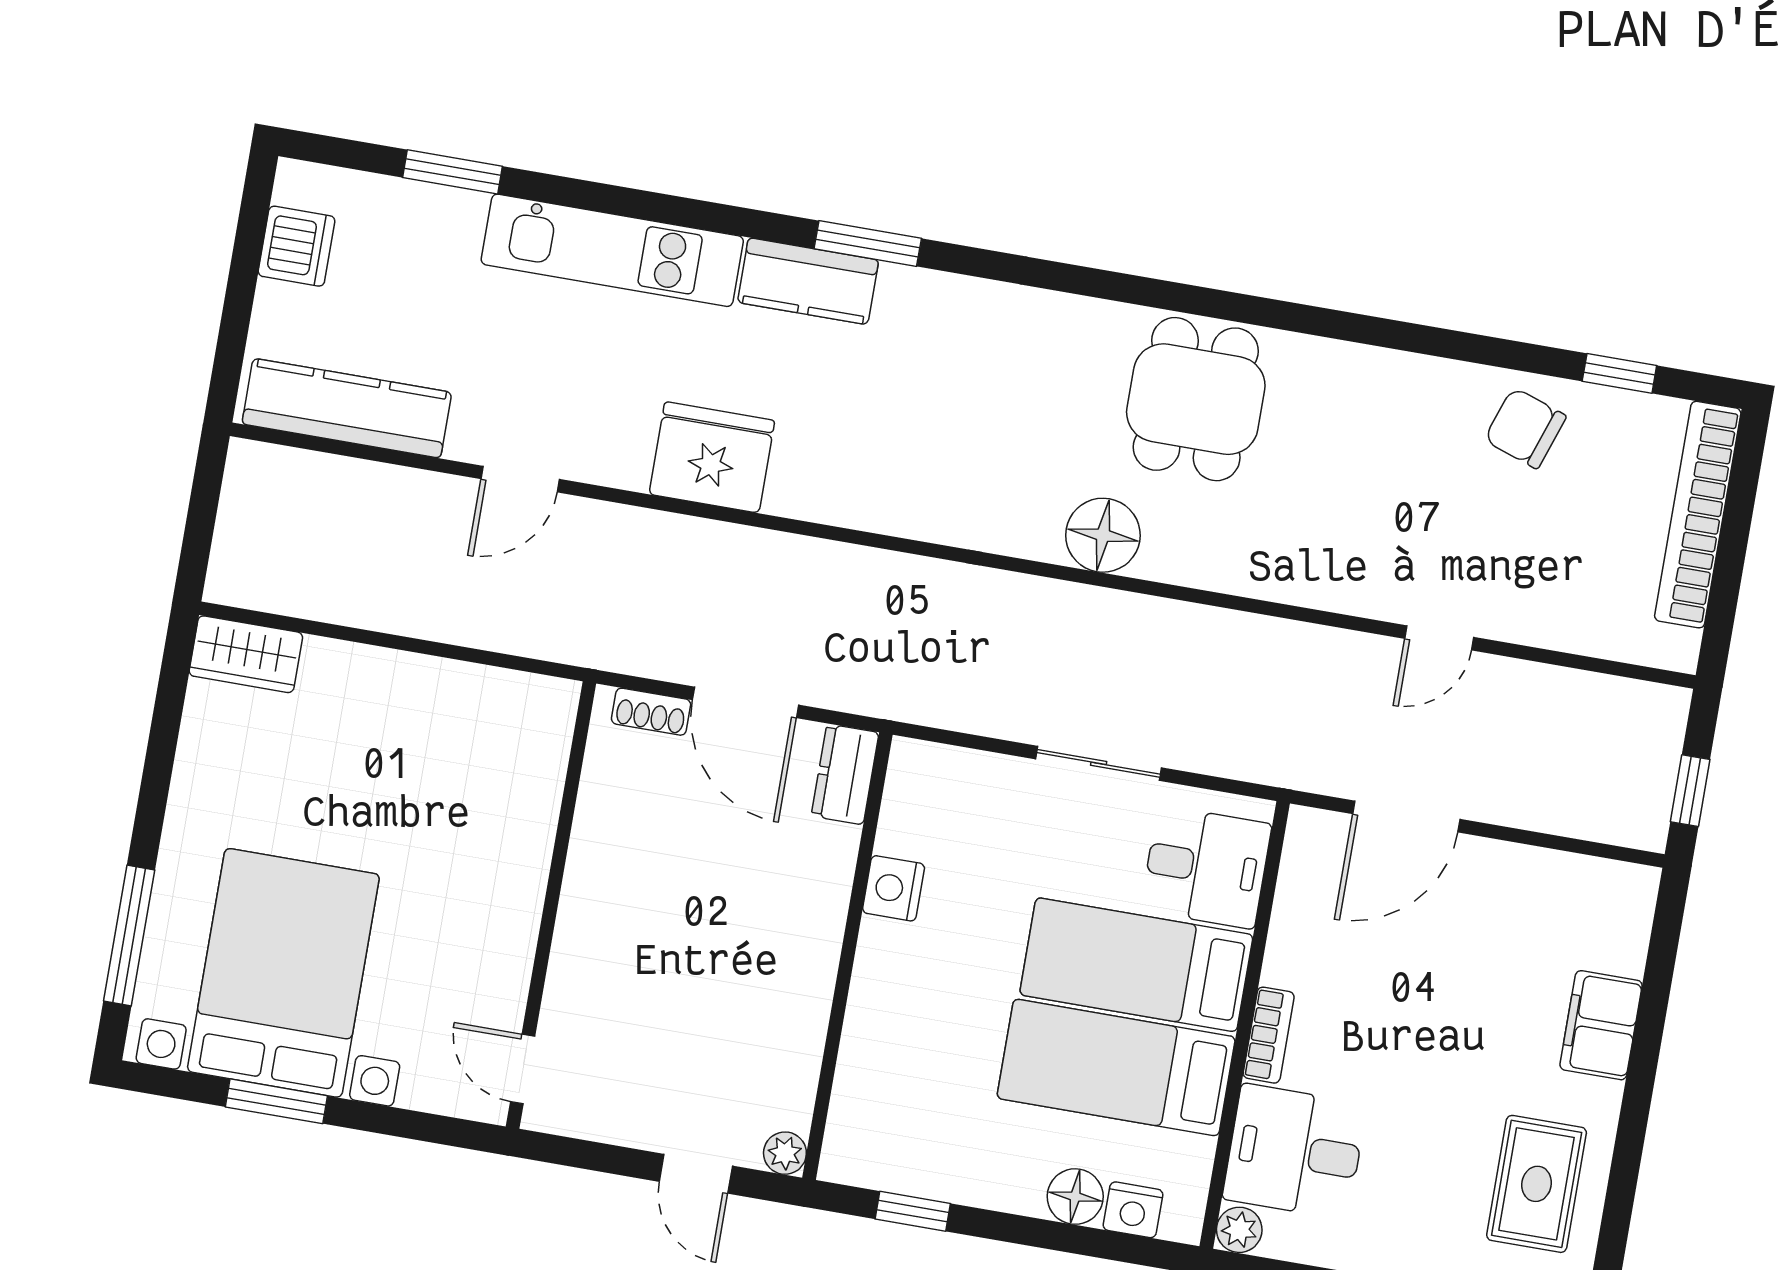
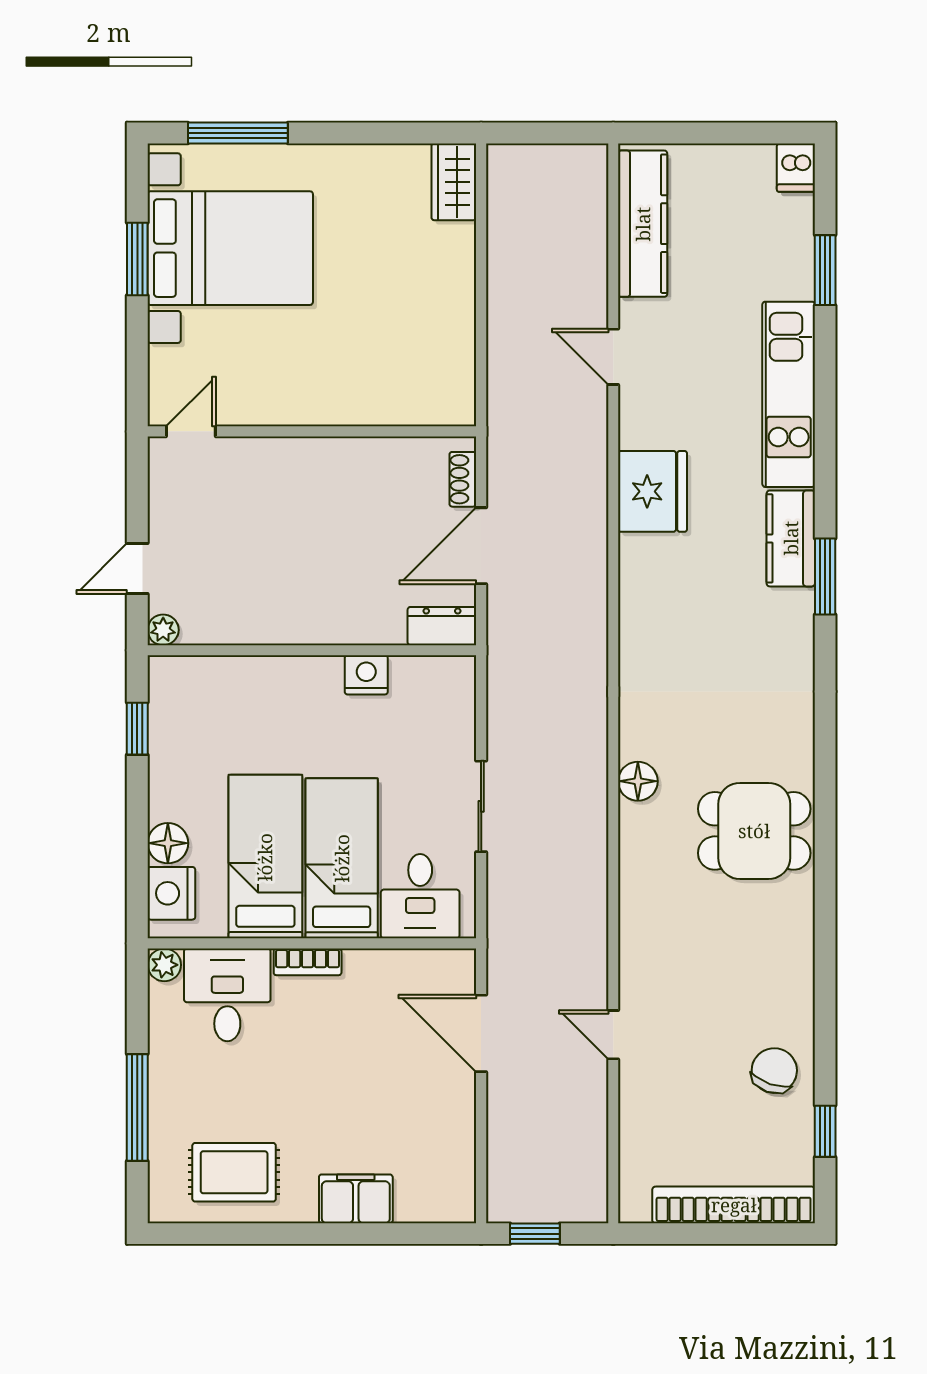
dishwasher: (297, 246) -> (796, 168), moved, width x0.73
floor lamp: (1103, 535) -> (638, 781), width x0.73, depth x0.73
nightstand: (1133, 1210) -> (171, 893), width x1.36, depth x1.33

